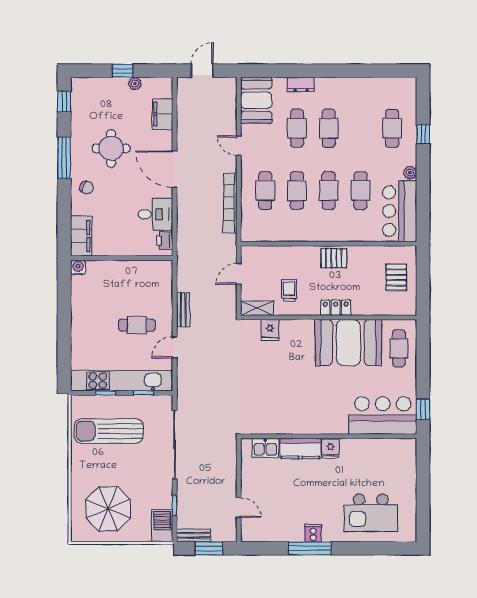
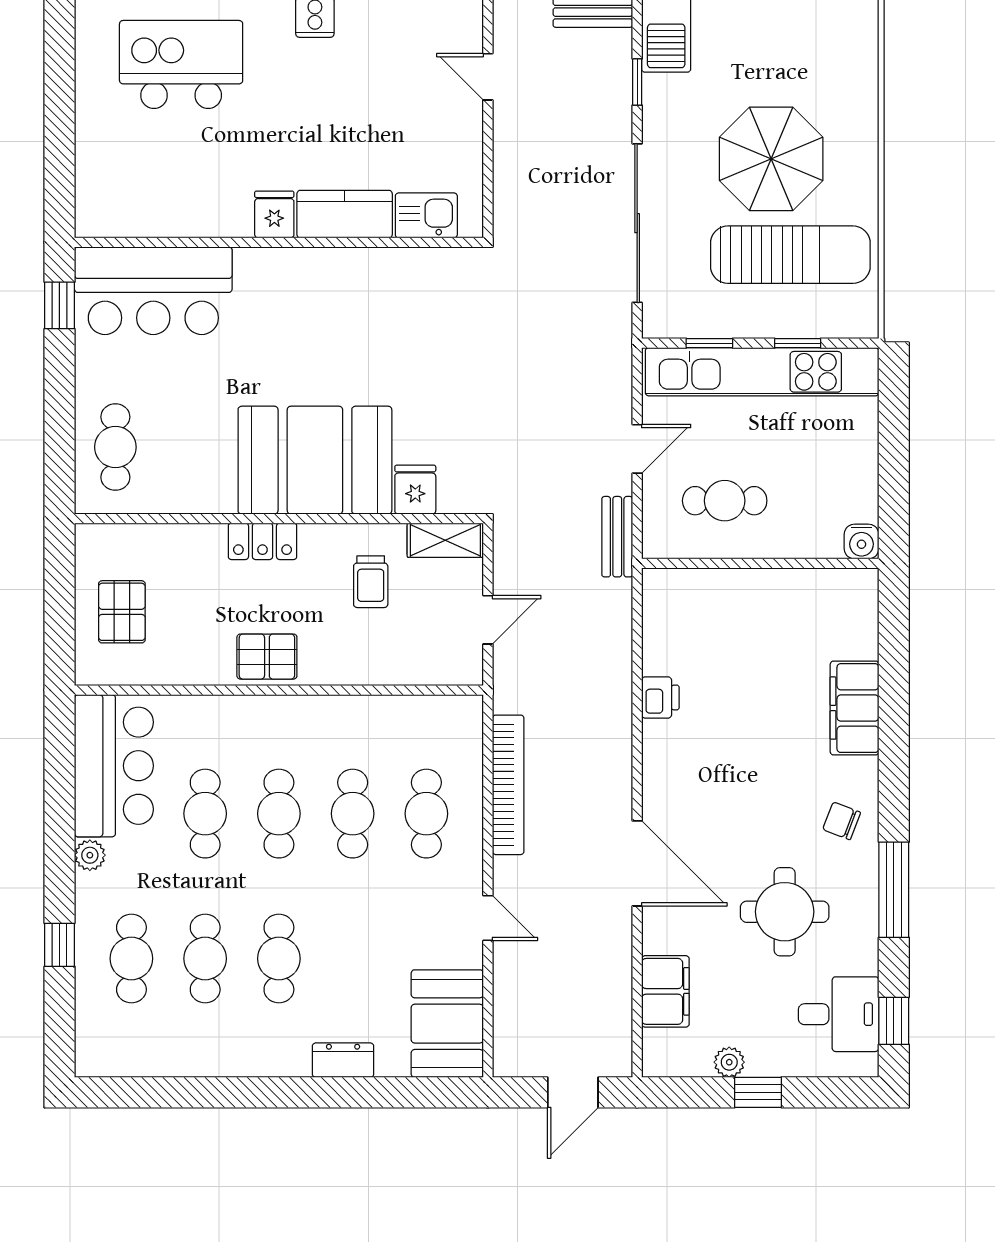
cafe table: (297, 128) -> (205, 959), moved
desk: (155, 214) -> (839, 1014), moved, turned 180
wall: (122, 258) -> (760, 563), moved
water cooler: (78, 268) -> (862, 541), moved
booth: (348, 343) -> (315, 460), moved
parasol: (108, 509) -> (771, 159), moved

